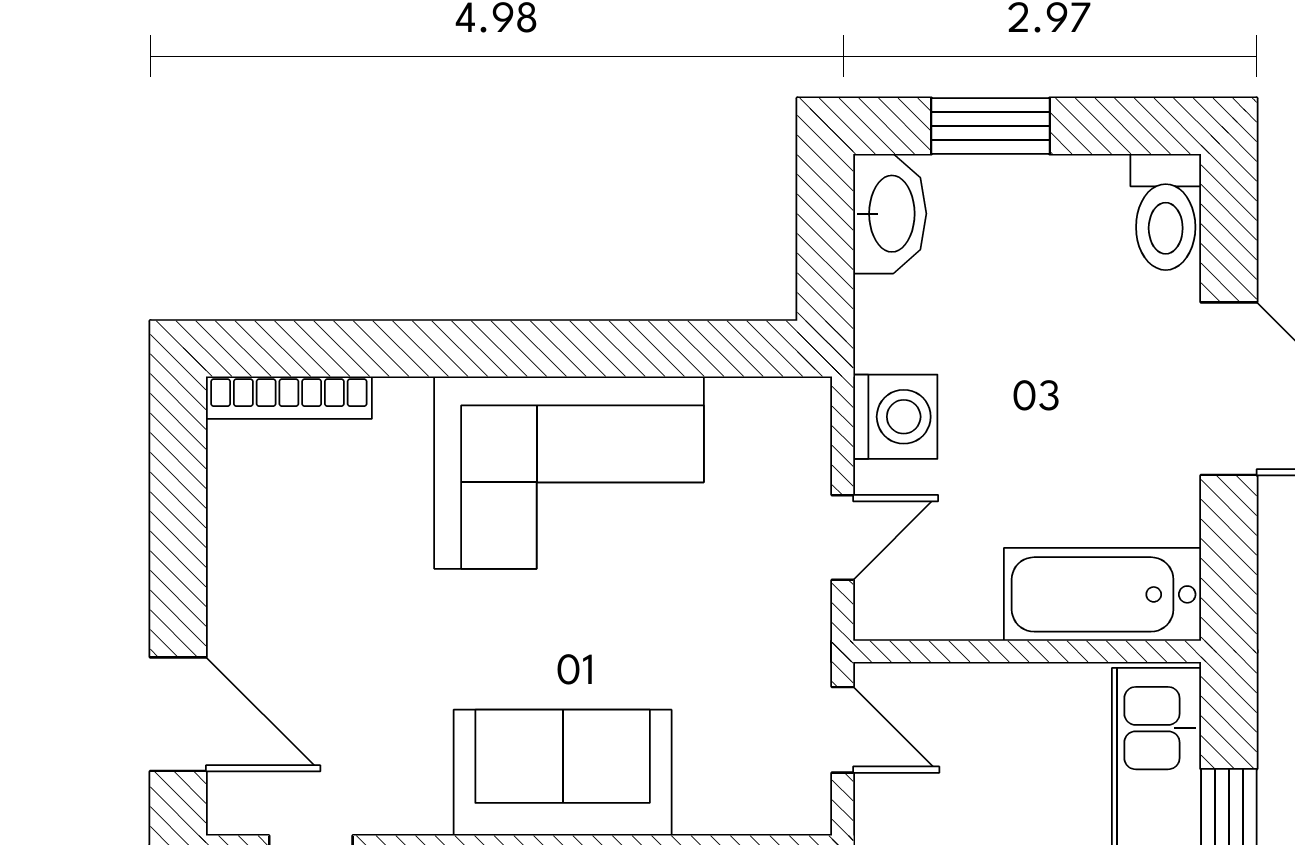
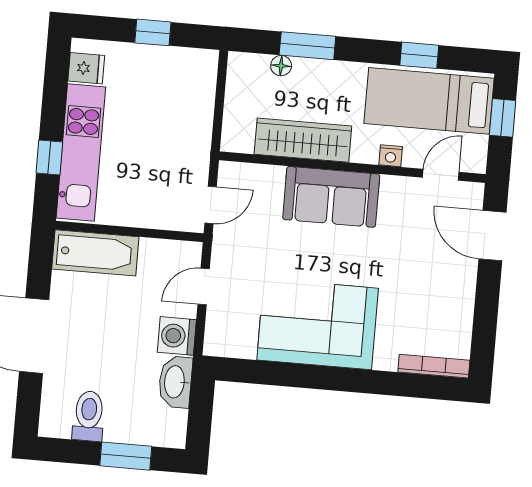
toilet: (1166, 212) -> (89, 416), moved
washbasin: (890, 214) -> (175, 382), moved
door: (843, 730) -> (211, 205), swing flipped

